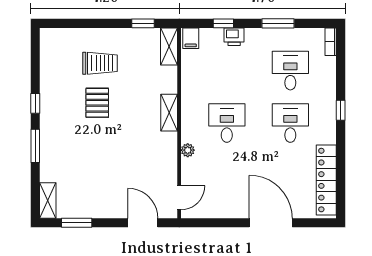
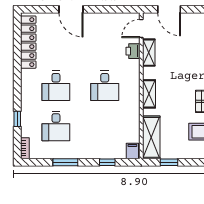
printer: (234, 37) -> (133, 51), moved, turned -90
shelving: (169, 46) -> (151, 137), width x1.50, depth x1.33
window: (341, 110) -> (17, 119), moved
plant: (188, 150) -> (135, 65), removed
shelving: (169, 166) -> (149, 53), added
door: (271, 223) -> (71, 9), width x0.73

